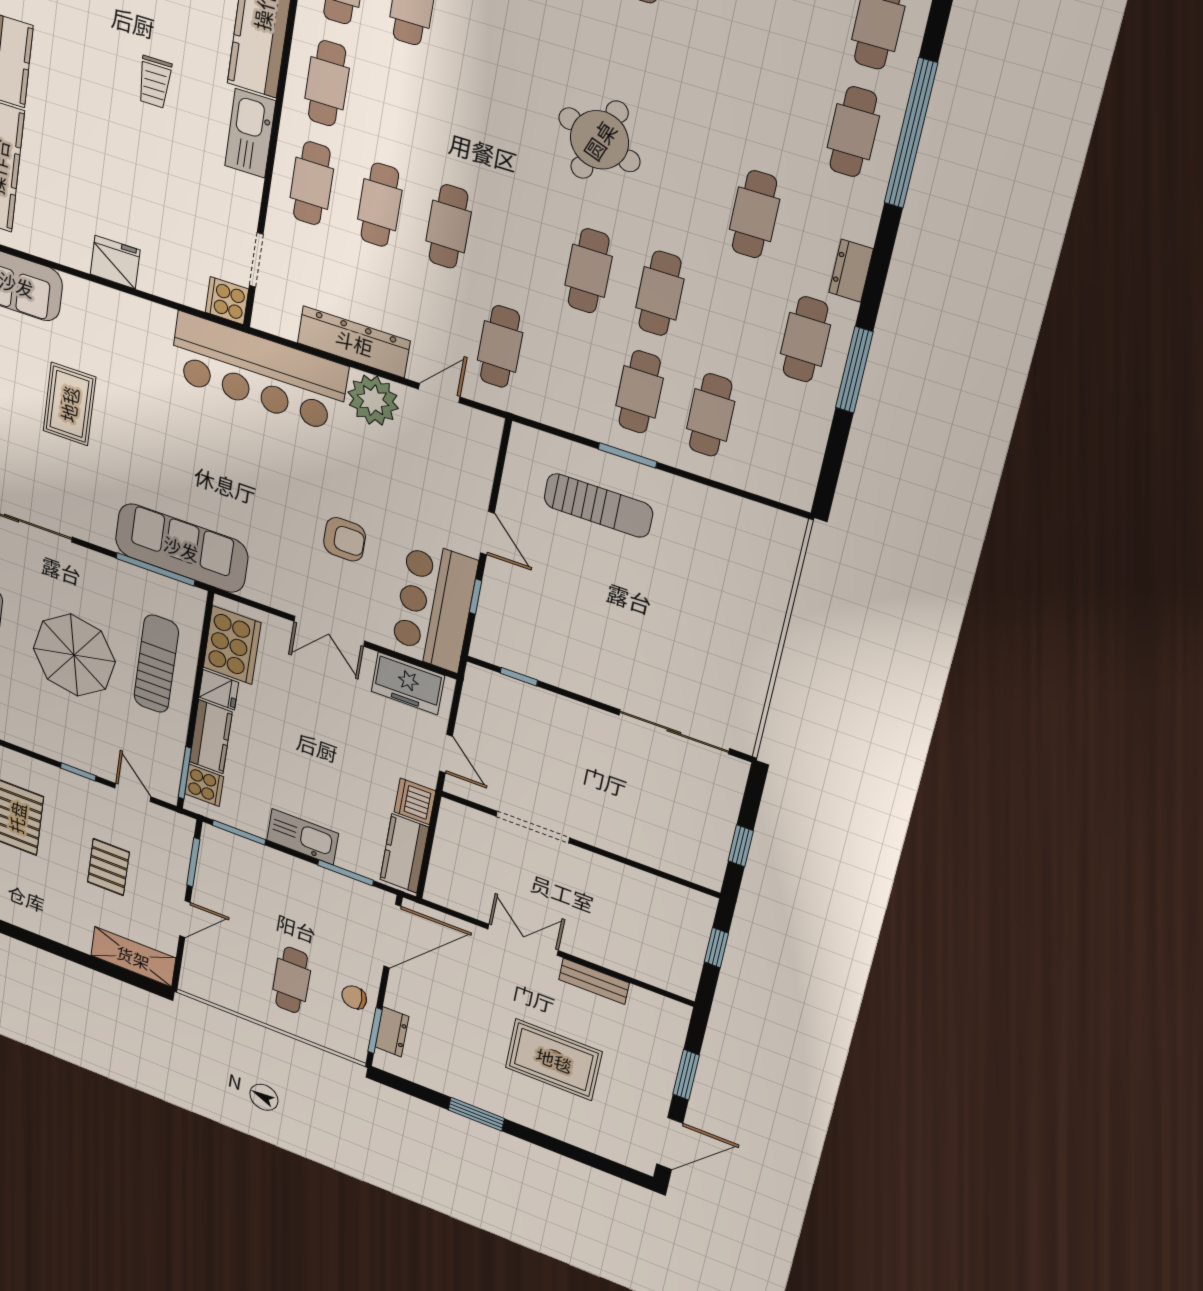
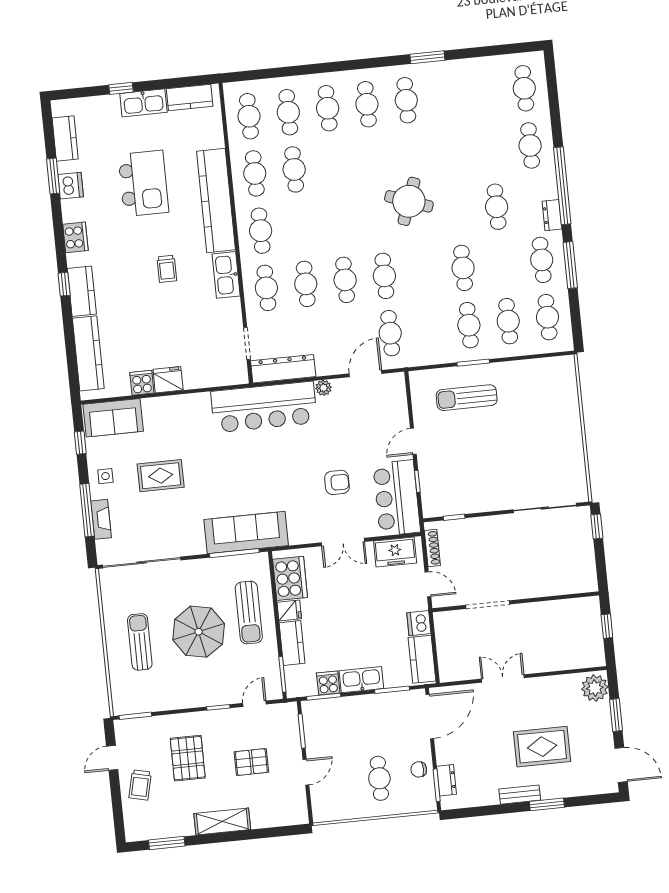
window: (911, 133) -> (562, 186), moved
cafe table: (589, 271) -> (384, 276), moved
cooker: (227, 301) -> (142, 383), moved, turned 90
dresser: (354, 342) -> (283, 369), moved
door: (439, 393) -> (365, 374), width x1.37
plant: (373, 400) -> (324, 388), width x0.53, depth x0.53
rug: (69, 404) -> (161, 476), turned 90
cafe table: (783, 438) -> (548, 317), added
sun lounger: (598, 505) -> (467, 398), turned 180
door: (487, 533) -> (413, 441), swing flipped
sun lounger: (156, 664) -> (249, 613), turned 180
shoe rack: (469, 705) -> (432, 548), added
cooker: (204, 785) -> (328, 683), moved, turned -90
door: (133, 792) -> (255, 704), hinge flipped
window: (741, 846) -> (597, 527), moved
pallet: (108, 867) -> (251, 762), turned 90
shelving: (133, 957) -> (222, 822), moved
bench: (594, 981) -> (520, 795), moved
plant: (665, 1022) -> (595, 688), added
window: (476, 1114) -> (547, 804), moved
door: (670, 1144) -> (621, 765), hinge flipped

